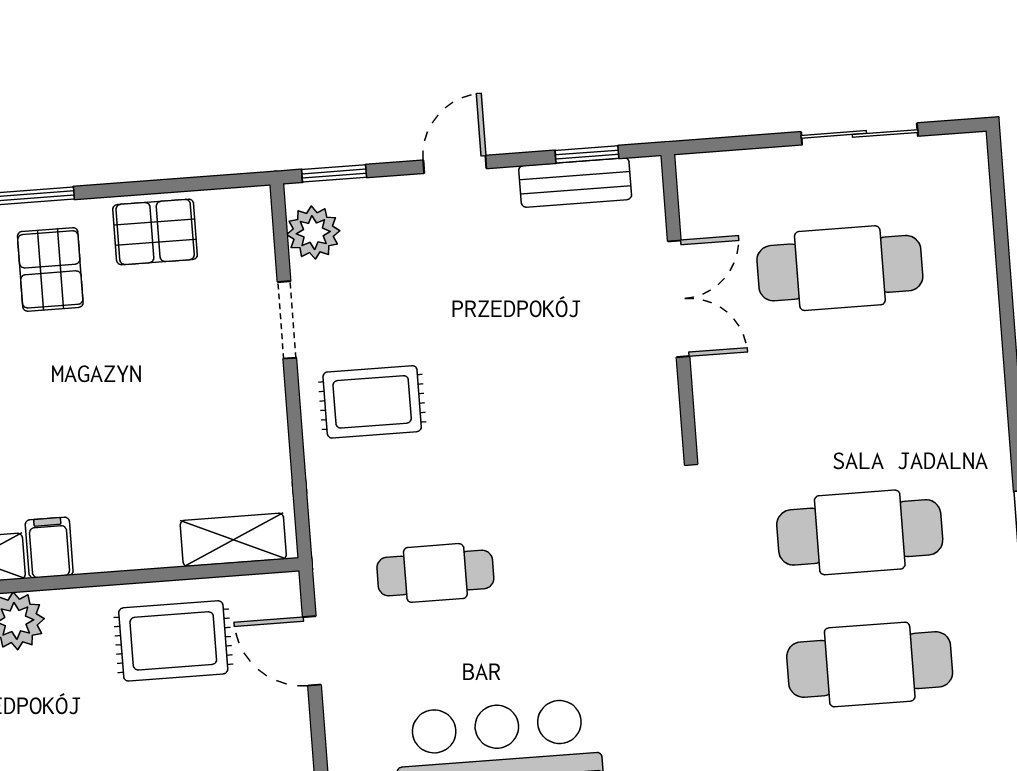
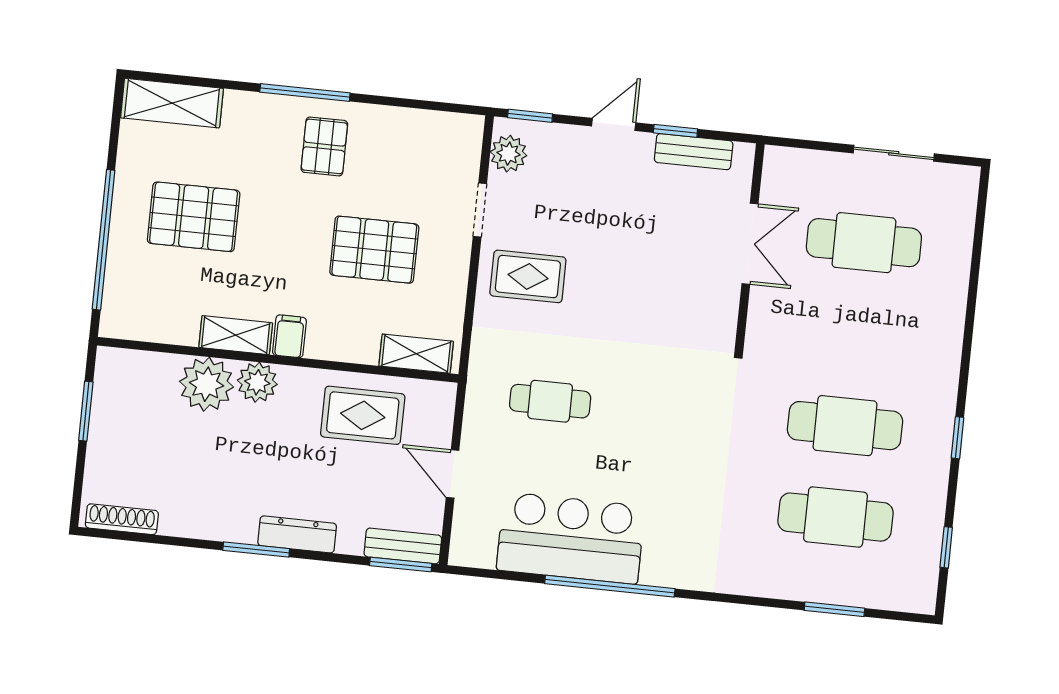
window: (587, 154) -> (675, 131), moved
pallet: (155, 232) -> (374, 250), moved, width x1.50, depth x1.42
door: (312, 651) -> (453, 474), moved

